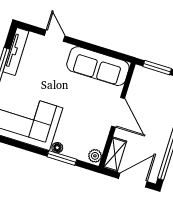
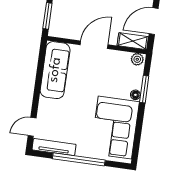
door: (55, 36) -> (32, 127), moved
door: (133, 180) -> (154, 21), hinge flipped

